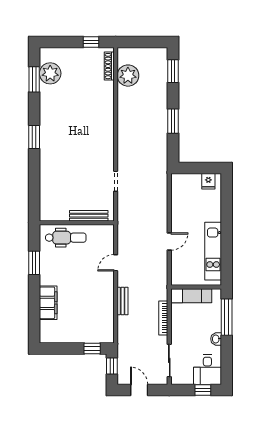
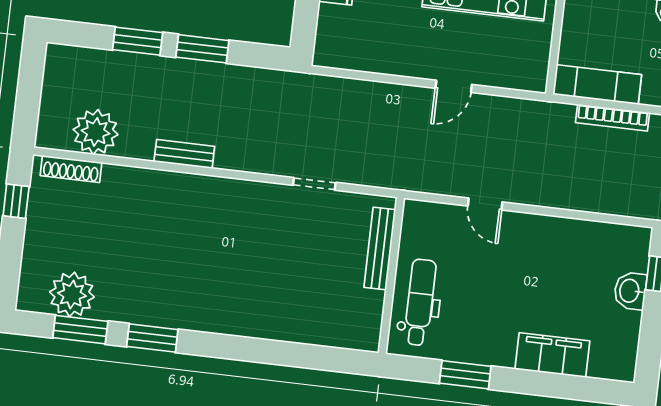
window: (173, 71) -> (138, 41), moved
window: (34, 137) -> (152, 338), moved
door: (169, 242) -> (454, 86), swing flipped
exam couch: (191, 296) -> (597, 85), moved, turned -90
bench: (123, 301) -> (184, 154), moved
washbasin: (83, 336) -> (630, 291), added

